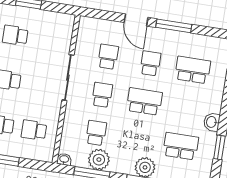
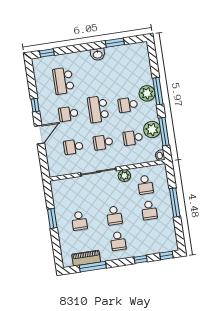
window: (174, 26) -> (35, 105), width x0.46
plant: (53, 108) -> (124, 176), added
school desk: (181, 146) -> (128, 105), moved, width x0.54

